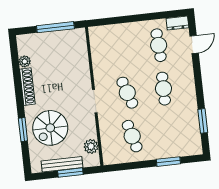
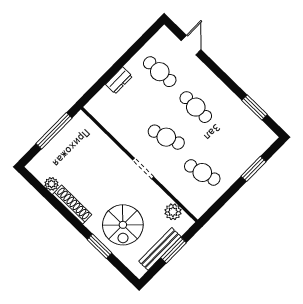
dresser: (177, 23) -> (119, 80), moved

